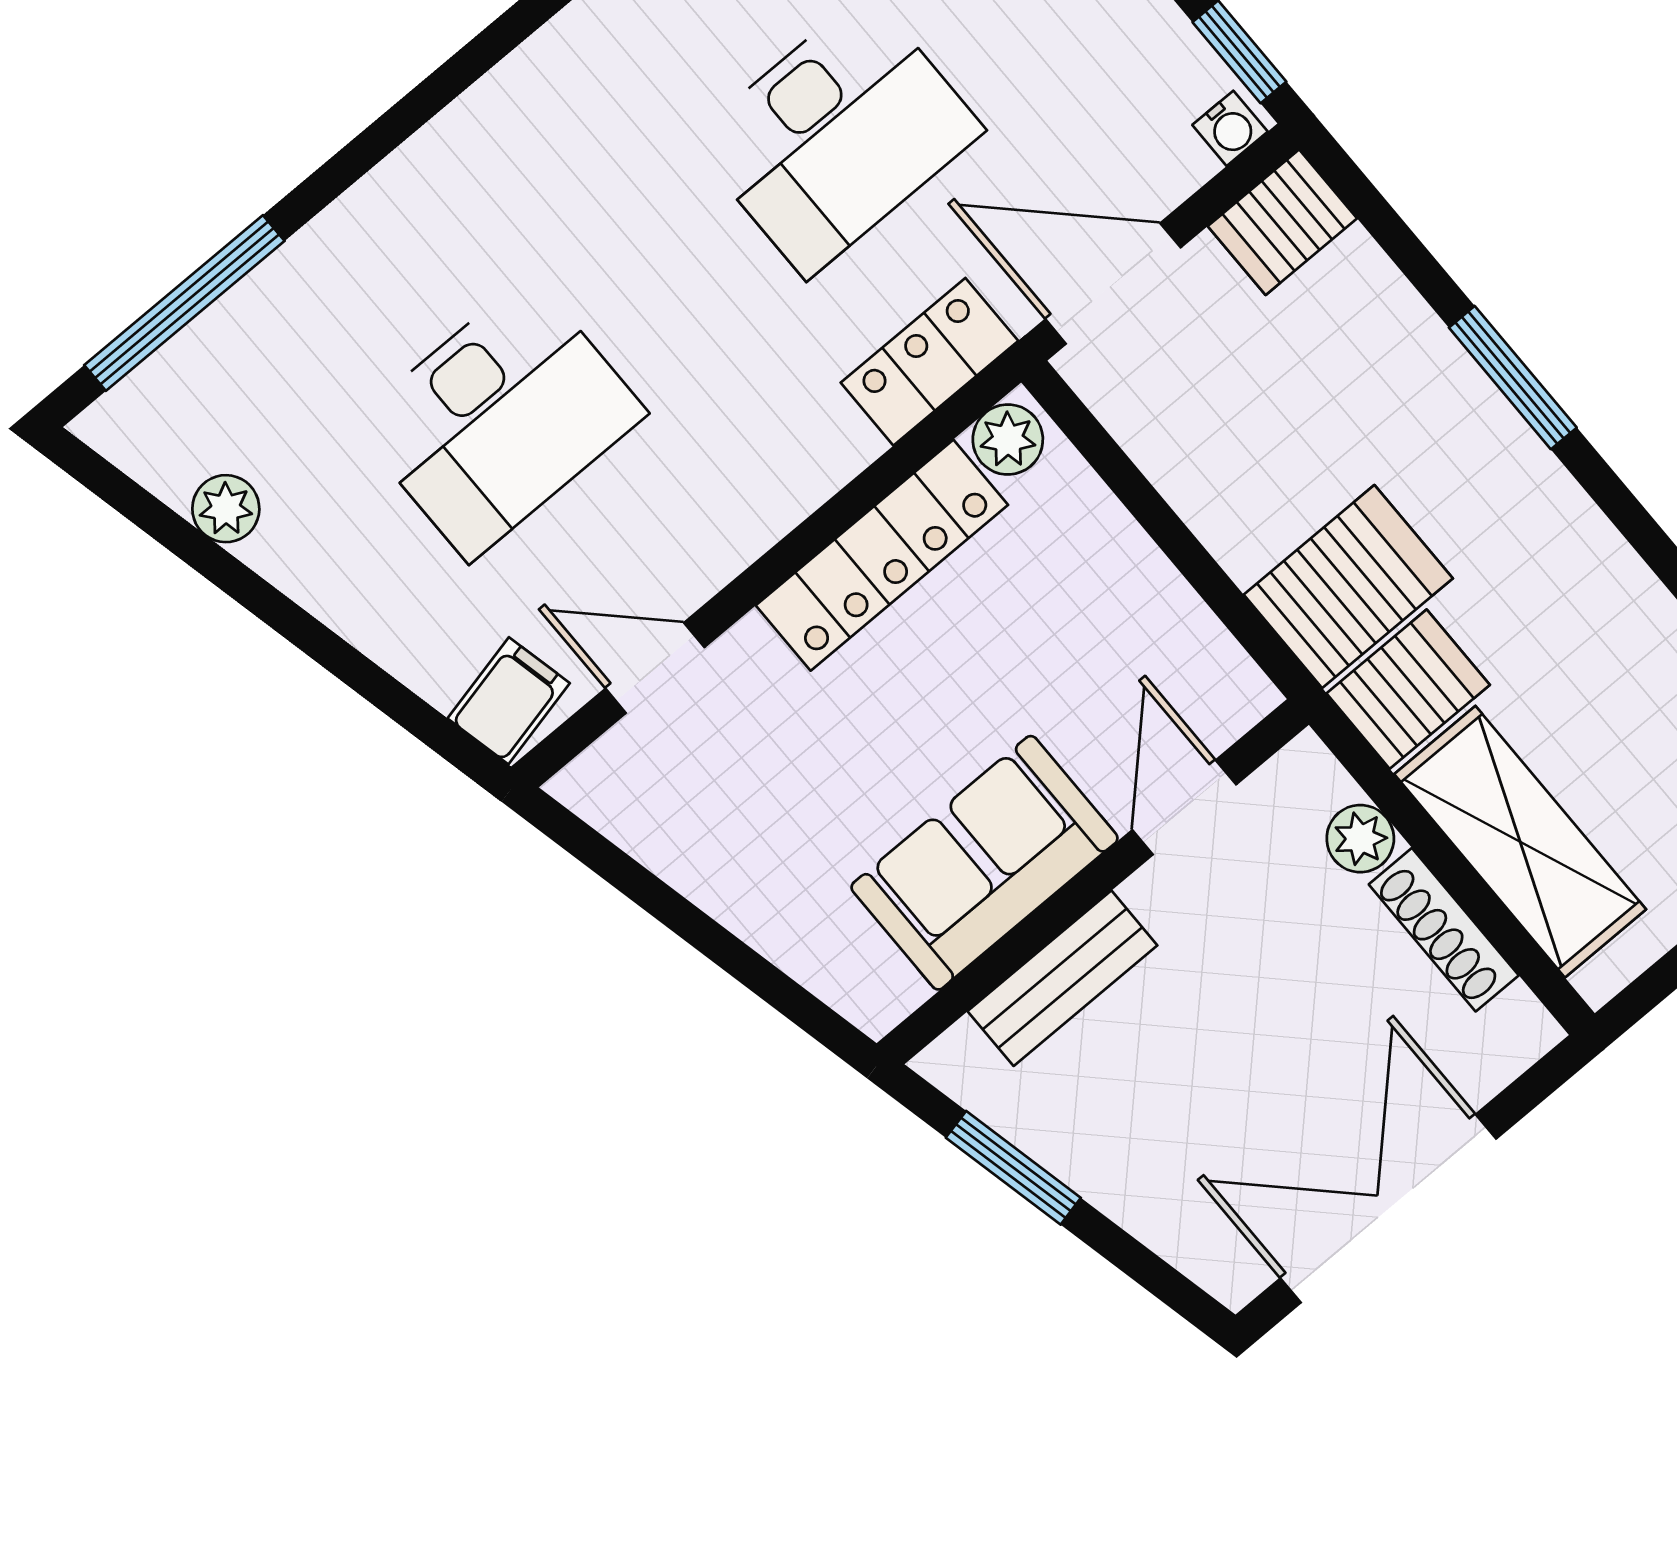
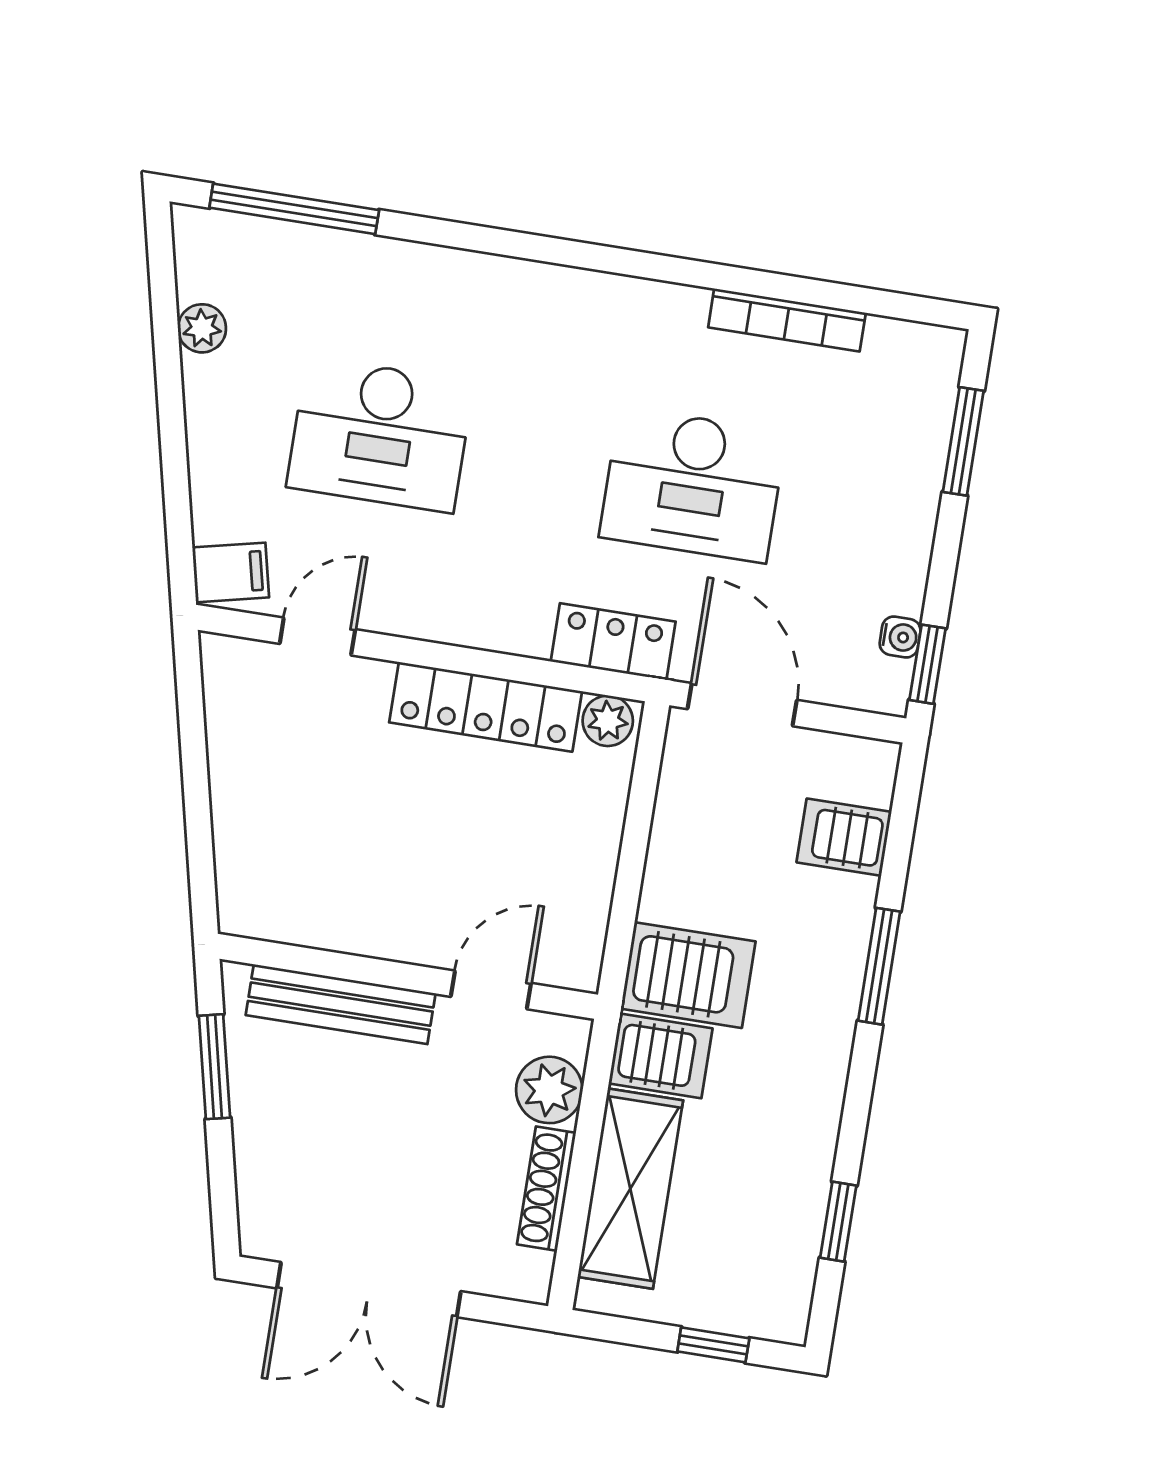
water cooler: (1230, 128) -> (900, 637), moved, turned -90
server rack: (1282, 222) -> (844, 837), moved
door: (655, 668) -> (317, 636), hinge flipped
plant: (1360, 839) -> (549, 1090), width x1.38, depth x1.38
sofa: (984, 863) -> (367, 907), removed
bench: (1062, 978) -> (341, 1004), width x1.36
double door: (1388, 1209) -> (369, 1290), swing flipped

